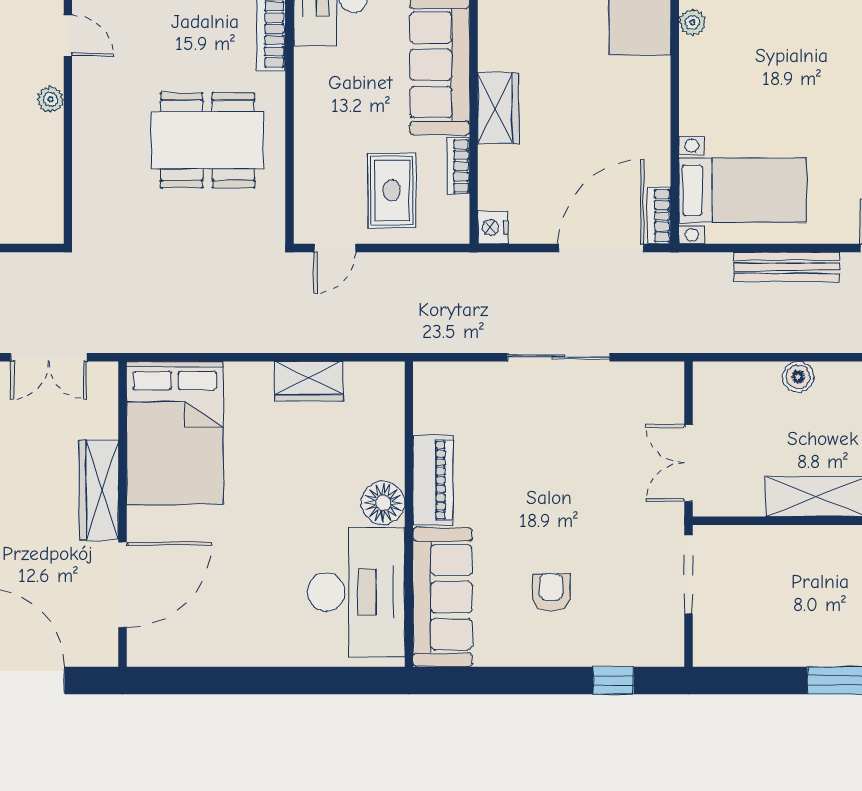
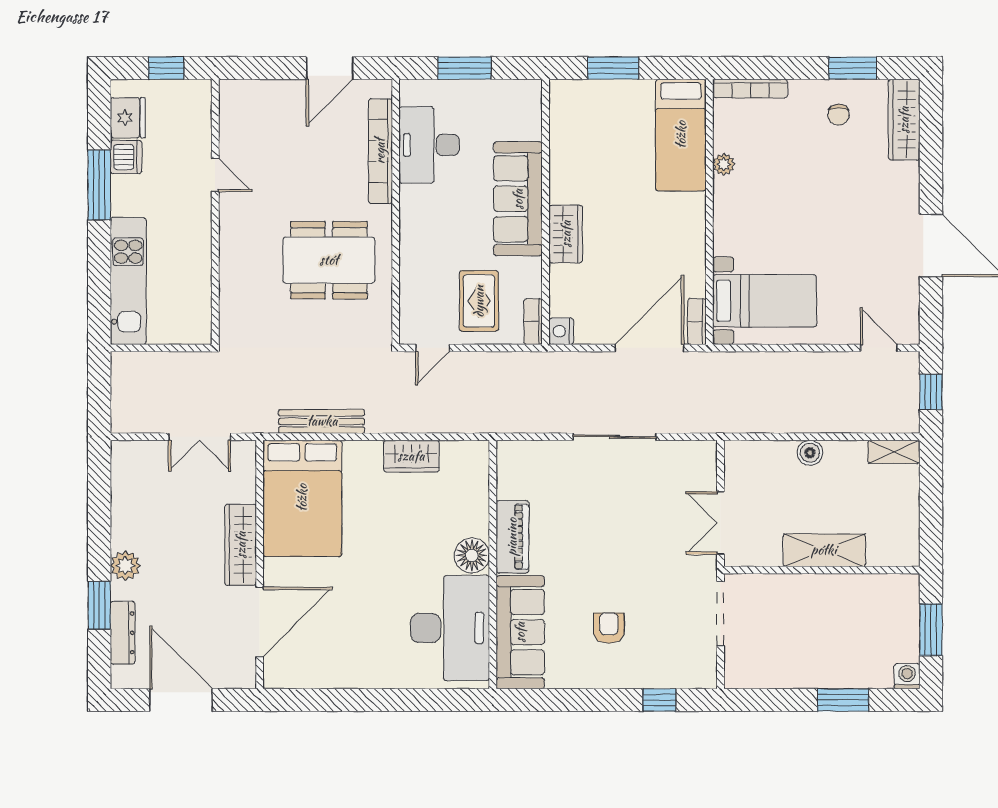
plant: (51, 99) -> (201, 227), removed
bookcase: (458, 166) -> (533, 322), moved
bench: (787, 267) -> (322, 421), moved

